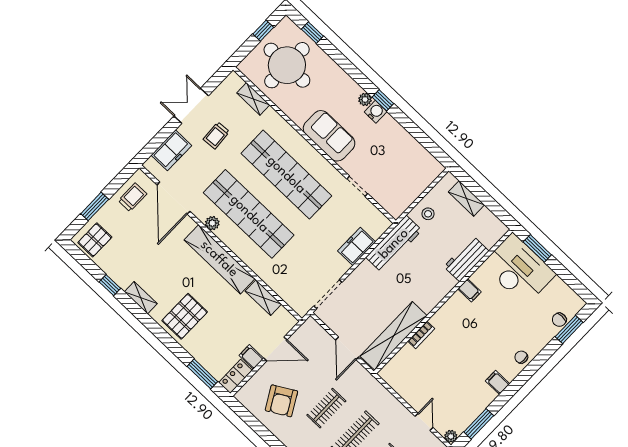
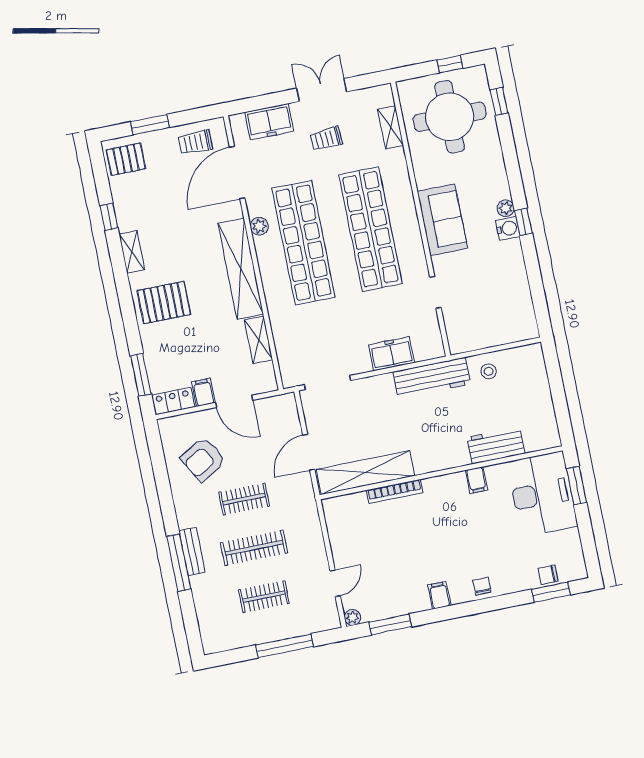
trolley: (132, 197) -> (195, 142), turned 180
shelving: (466, 198) -> (539, 383), removed
bookcase: (421, 335) -> (395, 491), width x1.56

